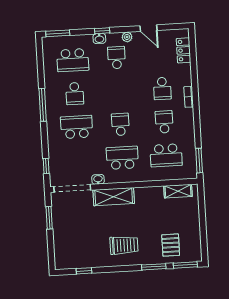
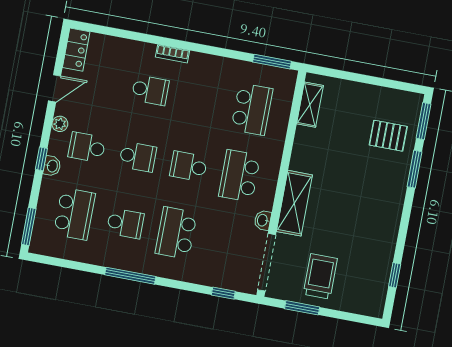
locker: (184, 50) -> (76, 50), moved, turned -90
school desk: (164, 122) -> (138, 157), moved, turned 180
trolley: (124, 245) -> (320, 276), moved

